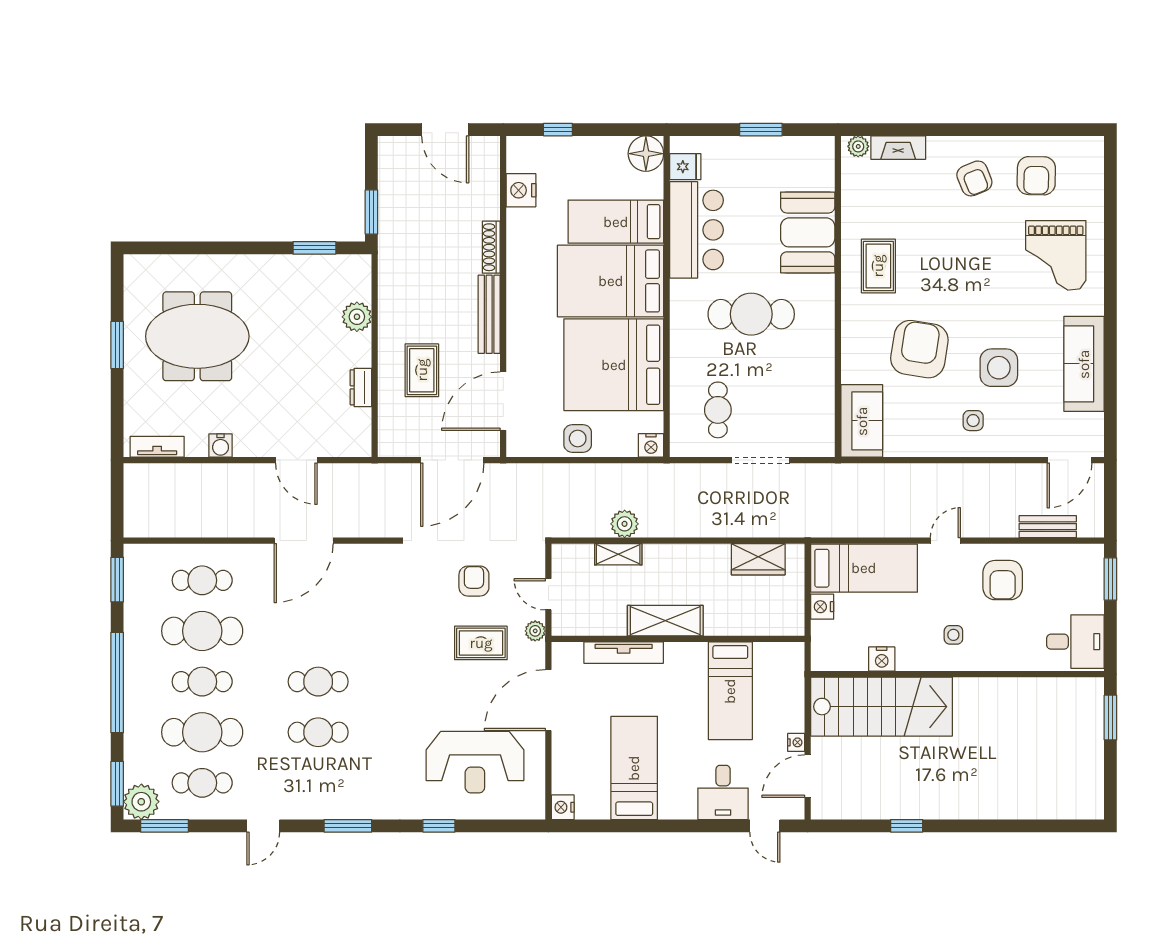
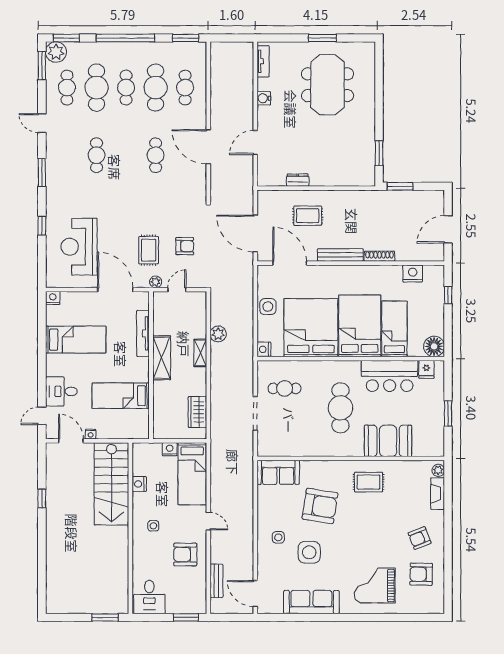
plant: (357, 317) -> (339, 178), removed
shelving: (618, 554) -> (200, 353), moved
cafe table: (318, 682) -> (156, 155), moved

